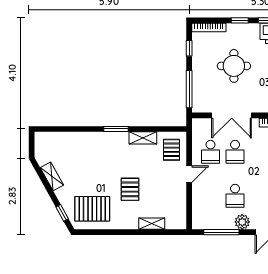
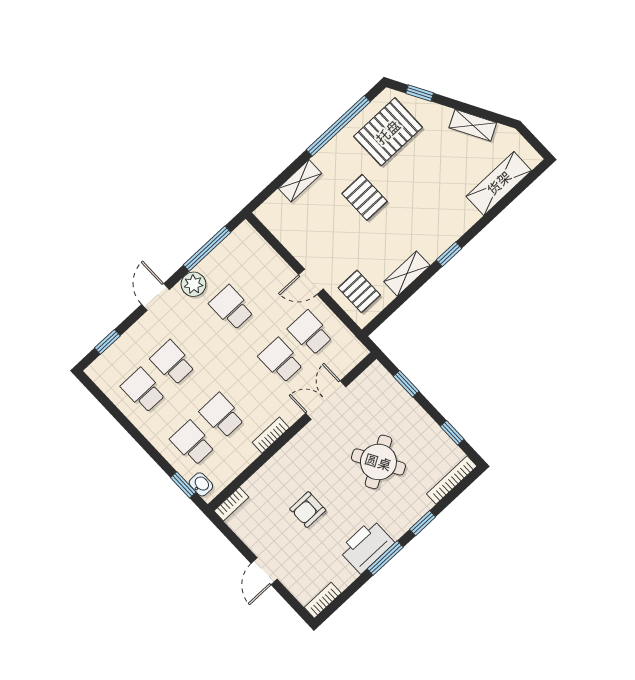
round table: (234, 66) -> (378, 462), turned -30
window: (189, 89) -> (406, 384), width x0.46
double door: (232, 115) -> (326, 400), width x0.73
window: (116, 129) -> (449, 254), width x0.67
shelving: (65, 140) -> (499, 183), added
door: (189, 174) -> (311, 282), hinge flipped
window: (112, 232) -> (338, 126), added

